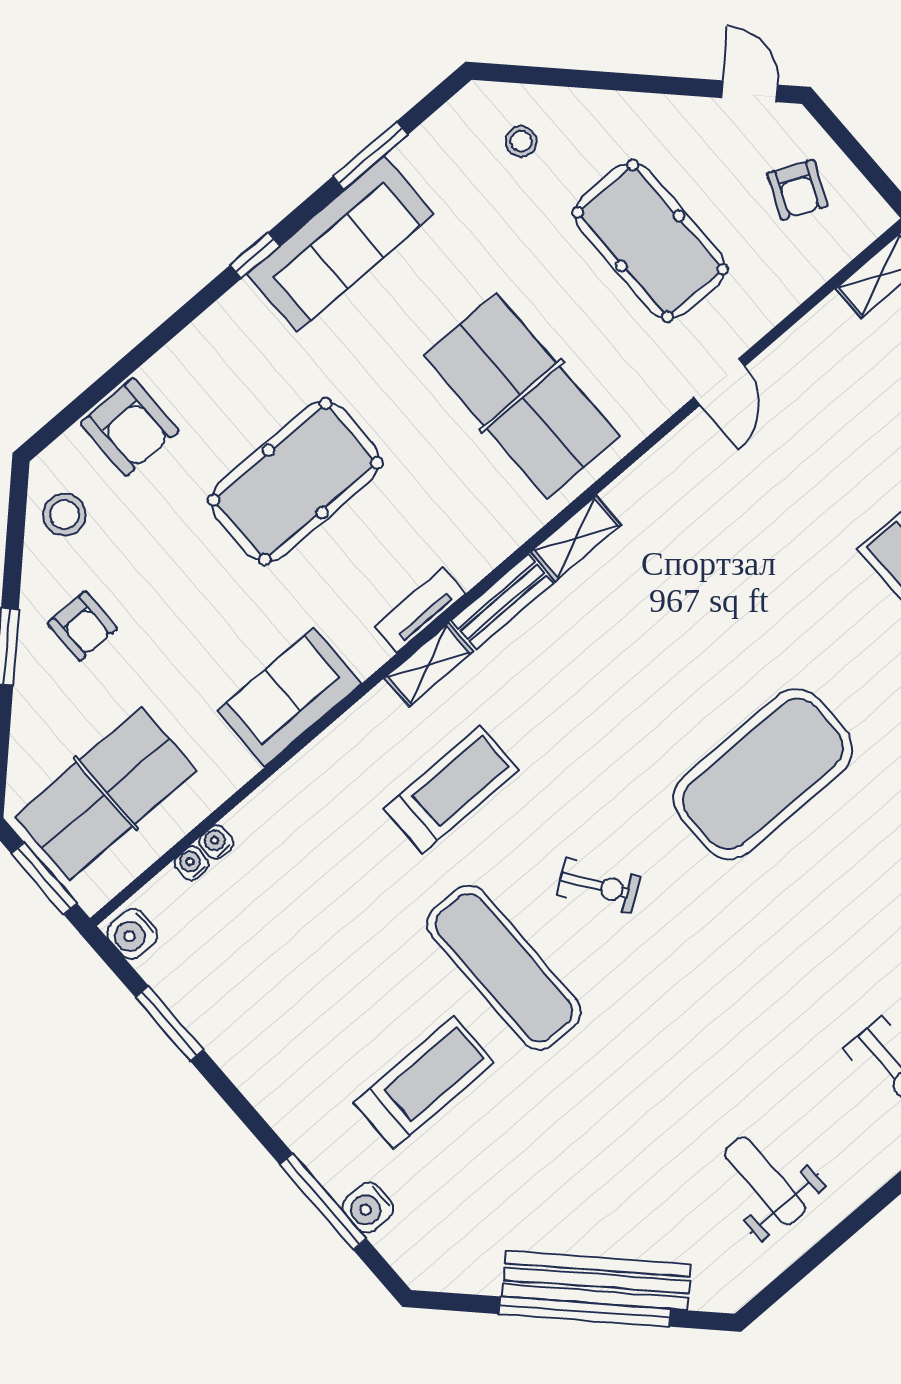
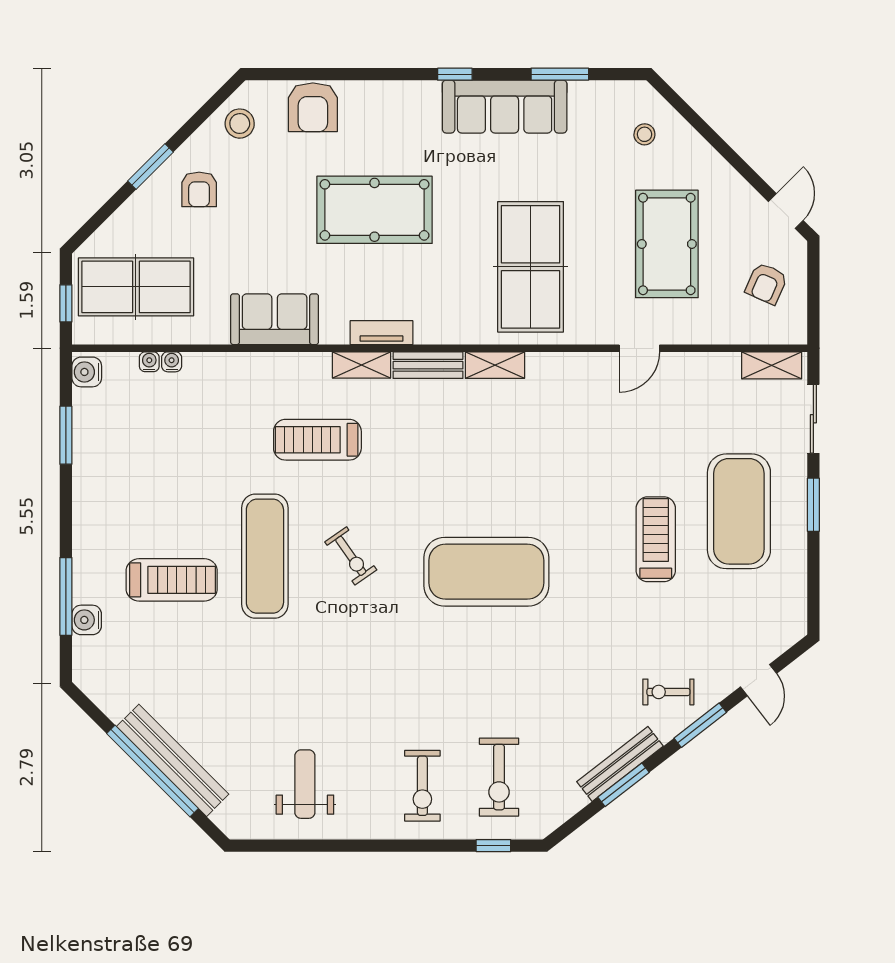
treadmill: (451, 789) -> (317, 440), turned 180
window: (44, 878) -> (66, 303), width x0.67

